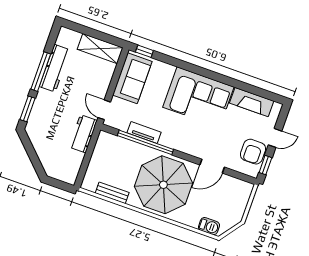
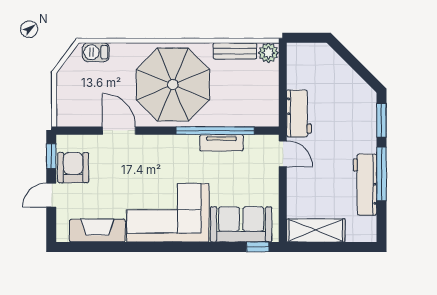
sofa: (132, 78) -> (241, 224), moved, turned 90
door: (212, 166) -> (119, 131), hinge flipped
plant: (89, 183) -> (268, 53), added

